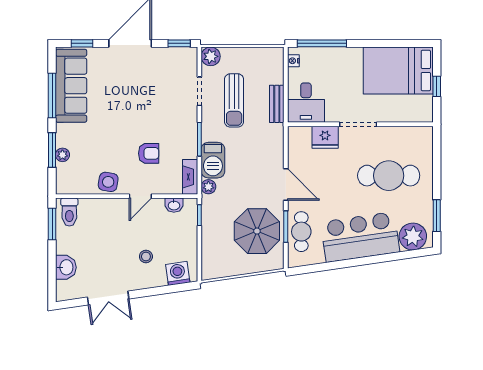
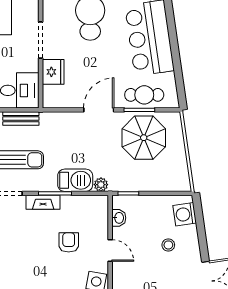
fireplace: (190, 177) -> (43, 202), moved

